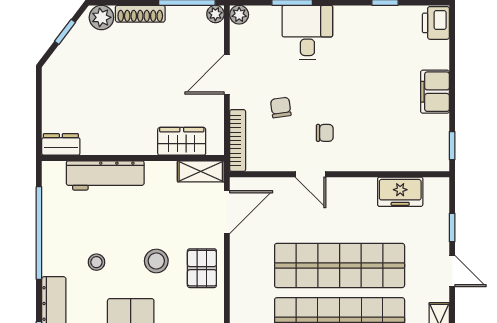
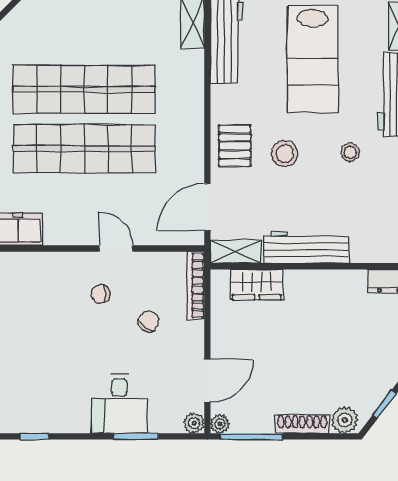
door: (227, 74) -> (207, 381), moved
chair: (281, 107) -> (148, 322), turned -138
workbench: (105, 175) -> (306, 247), moved

